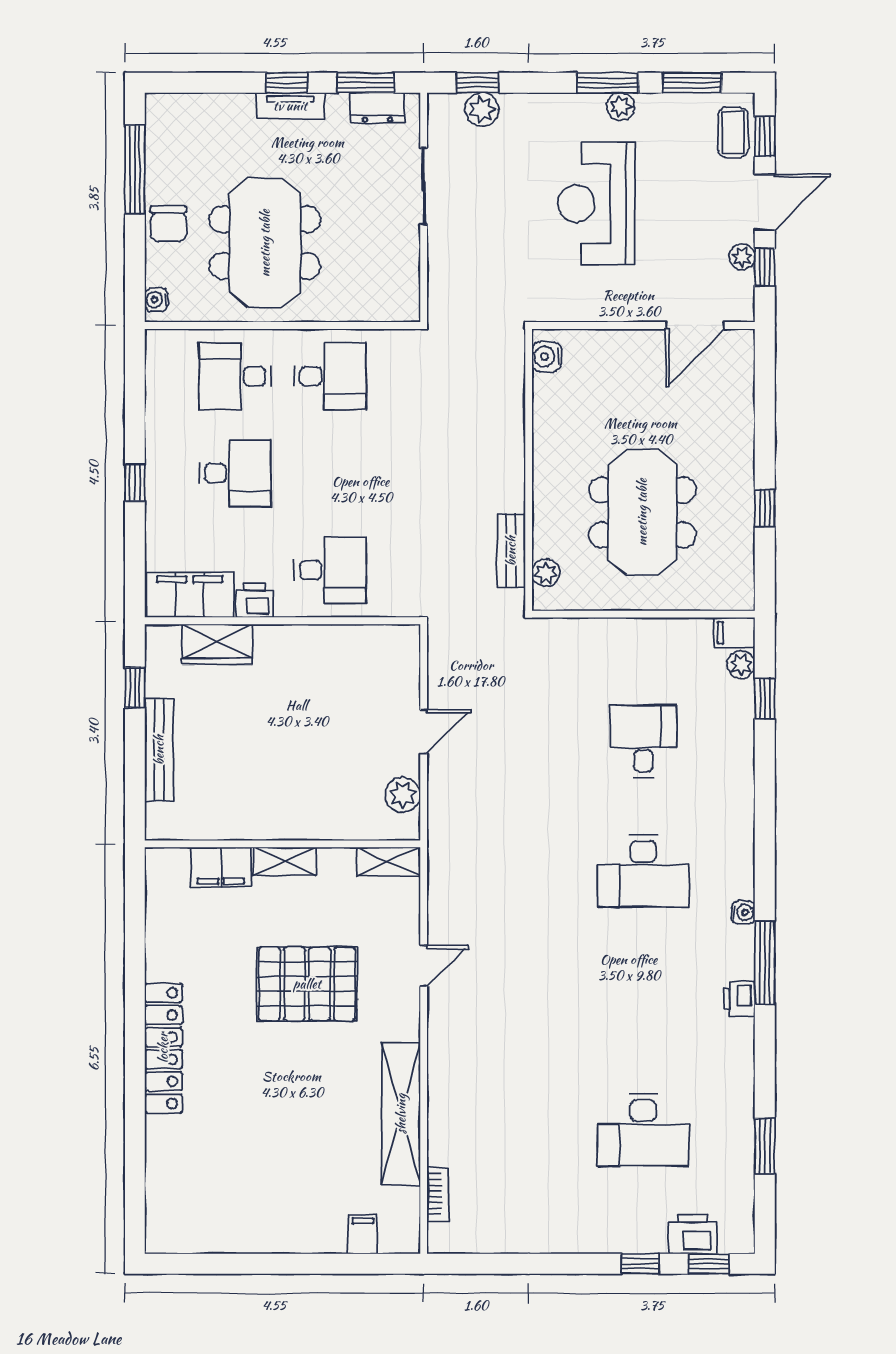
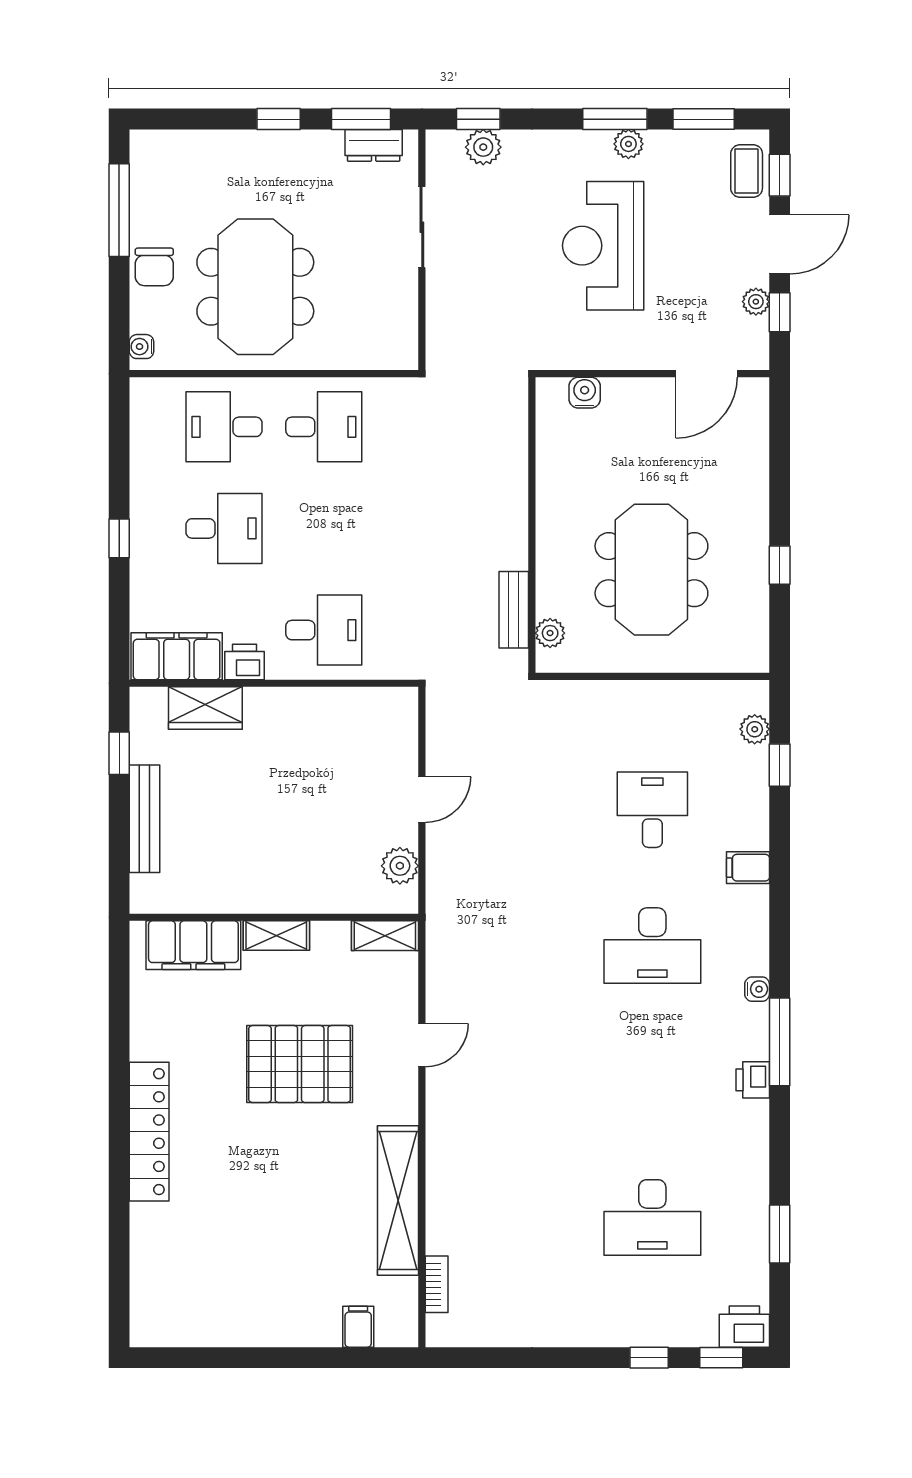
tv unit: (290, 106) -> (282, 143), removed
water cooler: (547, 357) -> (585, 393), moved, turned 90
filing cabinet: (735, 633) -> (748, 868), moved
filing cabinet: (221, 867) -> (193, 945), width x1.50, depth x1.17
printer: (693, 1234) -> (744, 1327), moved

